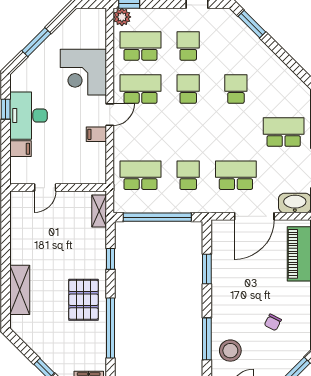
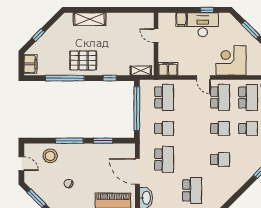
filing cabinet: (96, 134) -> (168, 69), moved, width x2.00
window: (207, 339) -> (69, 141), moved

